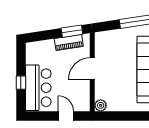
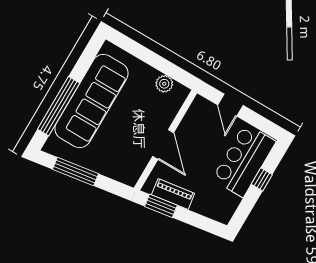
door: (92, 69) -> (163, 144), hinge flipped
plant: (101, 105) -> (164, 84), moved

